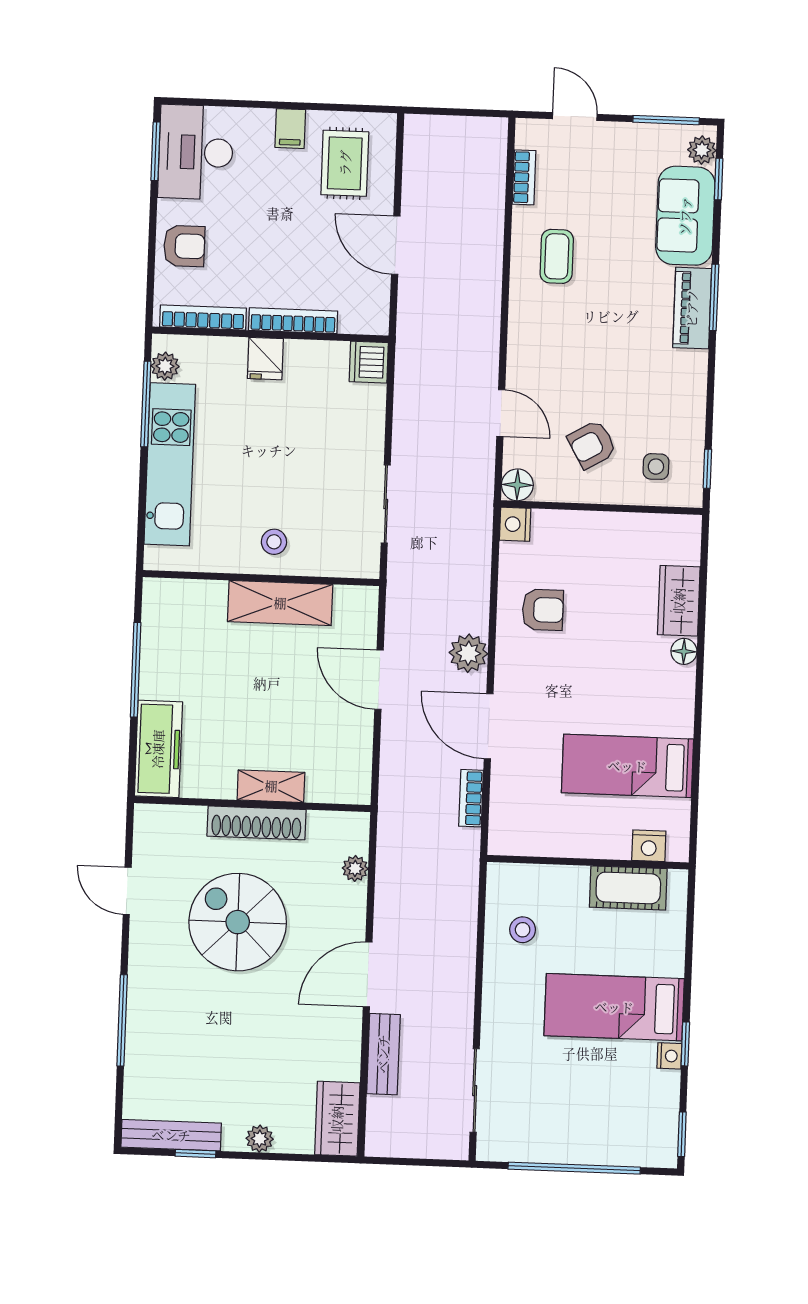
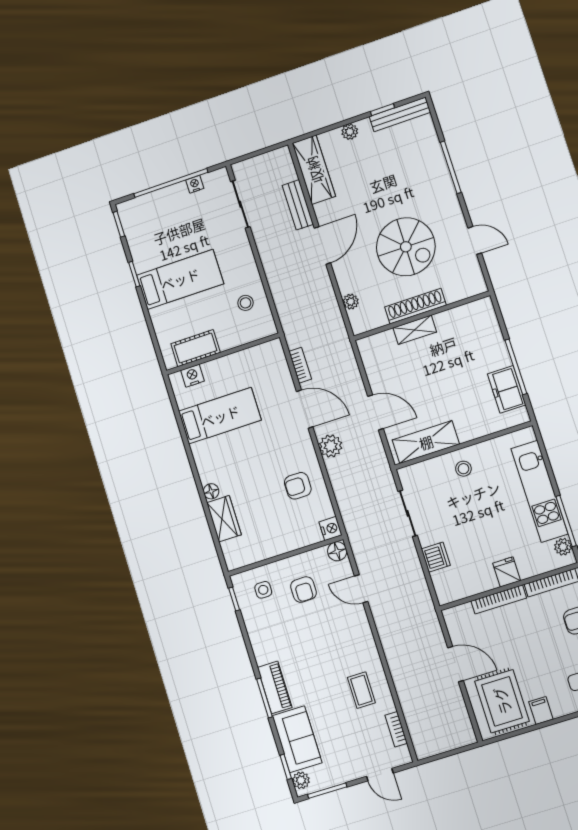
rug: (345, 163) -> (502, 701), width x1.36, depth x1.43
dishwasher: (369, 362) -> (436, 557), moved
armchair: (592, 444) -> (303, 590), turned 120
shelving: (280, 603) -> (426, 442), moved
freezer: (158, 749) -> (507, 389), moved, width x0.71
nightstand: (669, 1056) -> (195, 184), moved, turned 90
wardrobe: (337, 1119) -> (314, 170), width x1.50

